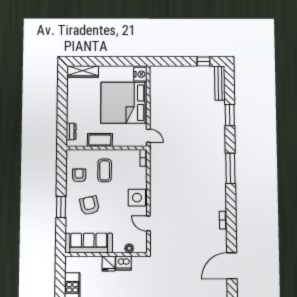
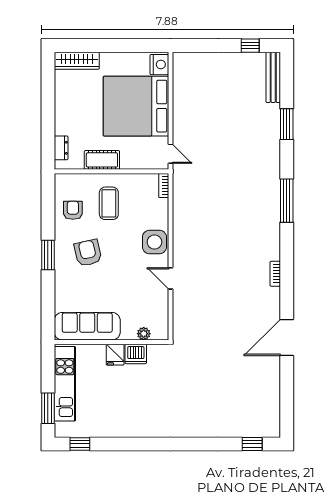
sofa: (89, 243) -> (87, 326), moved
plant: (129, 248) -> (144, 334), moved
wall: (106, 254) -> (111, 342), moved
fridge: (109, 263) -> (115, 355), moved
dishwasher: (124, 263) -> (136, 354), moved

